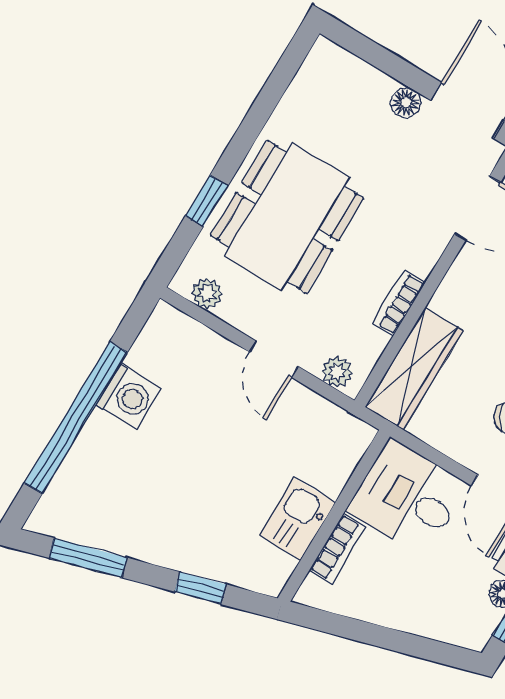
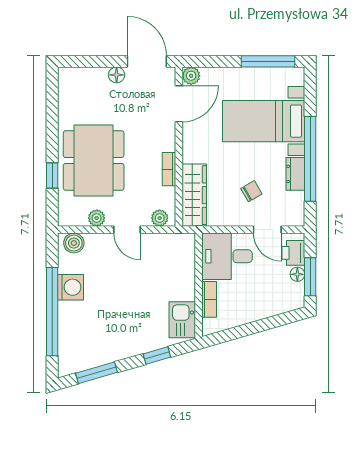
plant: (207, 293) -> (97, 218), moved
boiler: (176, 329) -> (74, 243), added
kitchen sink: (297, 519) -> (182, 320), moved

